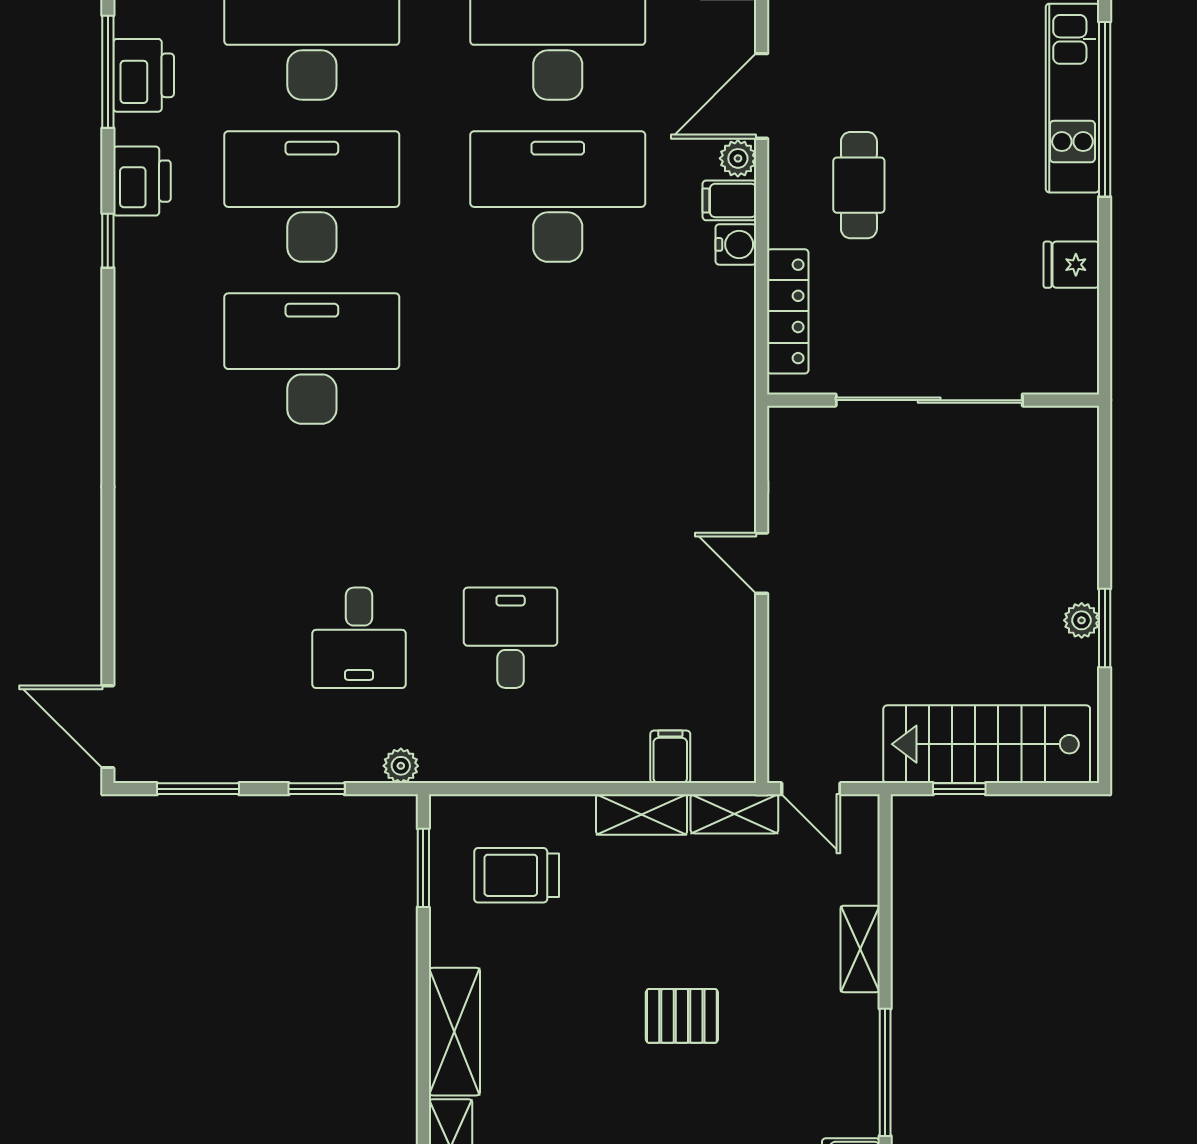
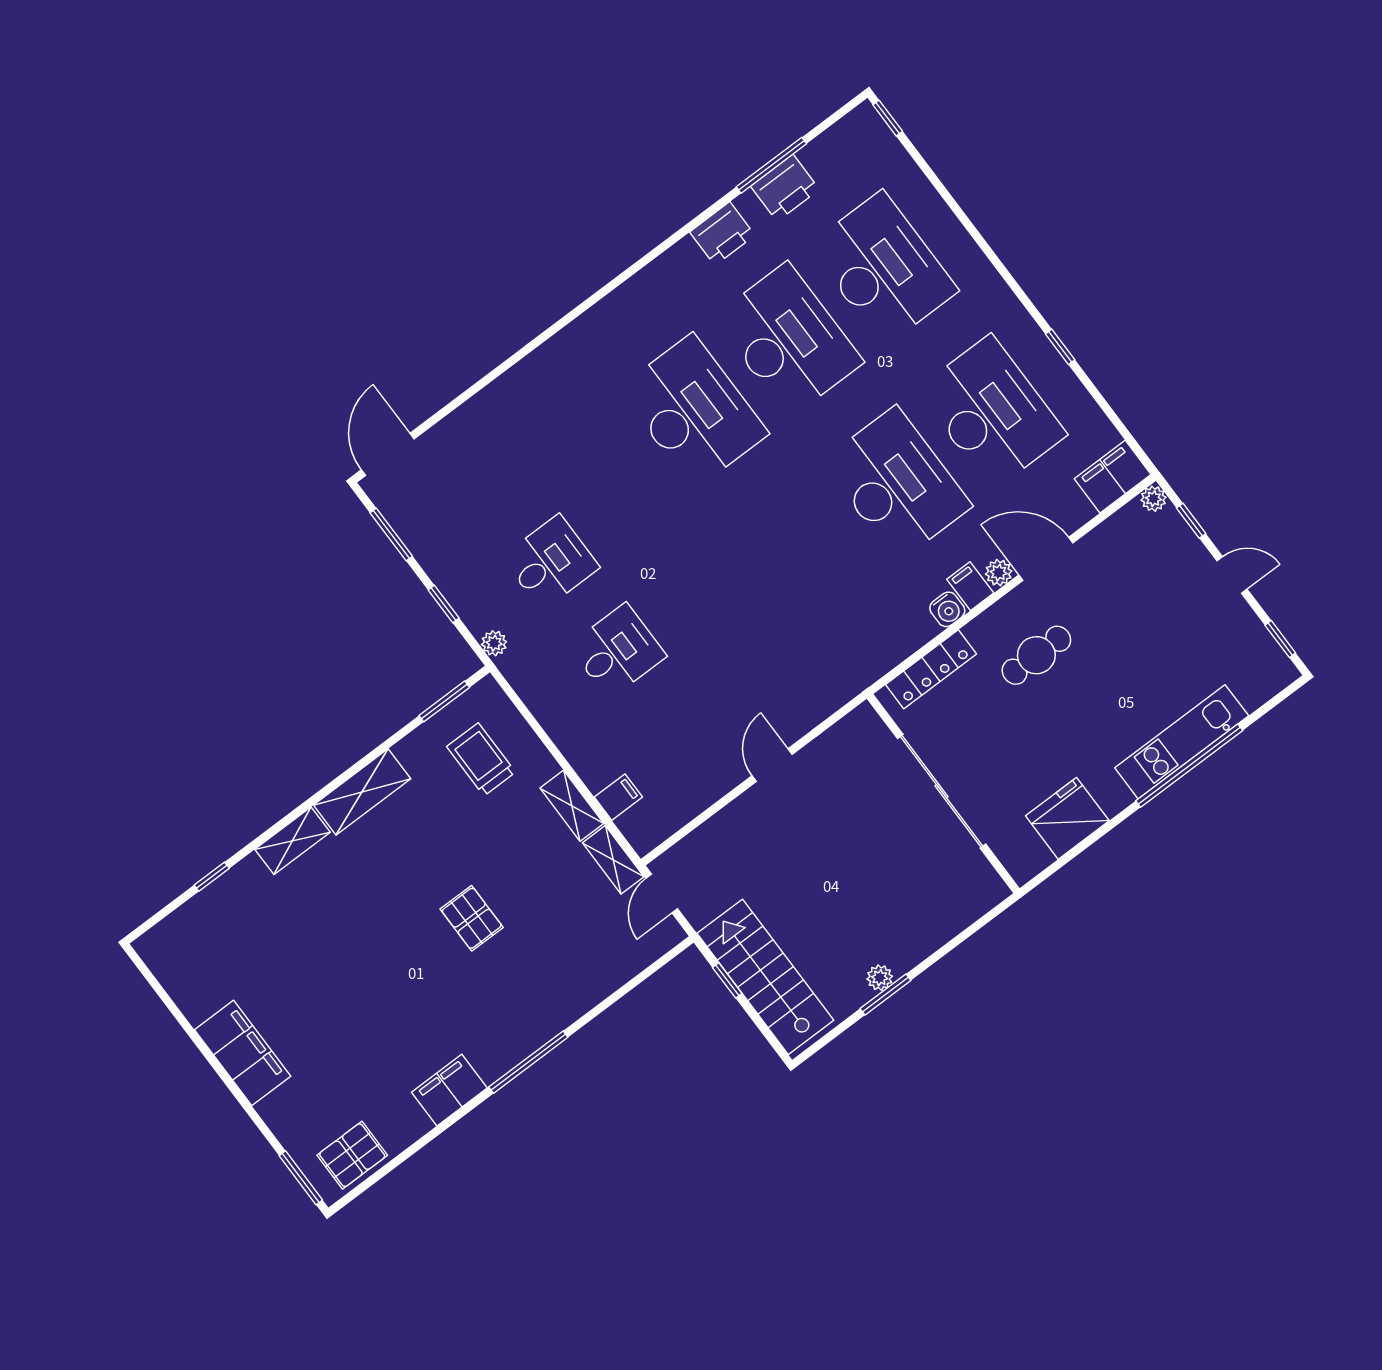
window: (108, 241) -> (672, 240), removed
fridge: (1071, 265) -> (1067, 818), width x1.88, depth x1.34
desk: (359, 638) -> (551, 562), turned 180
shelving: (860, 949) -> (590, 993), removed

